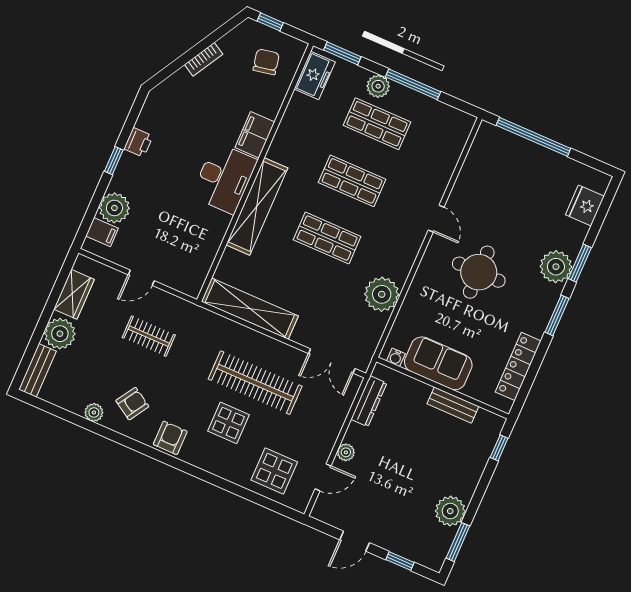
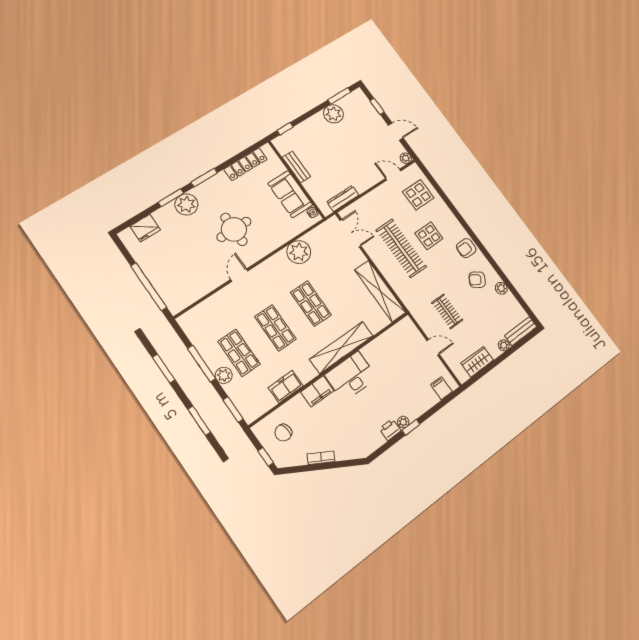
freezer: (315, 75) -> (286, 387), moved
plant: (114, 208) -> (403, 422), moved, width x0.53, depth x0.53
plant: (60, 334) -> (504, 345), width x0.53, depth x0.53
plant: (346, 452) -> (406, 158), moved

